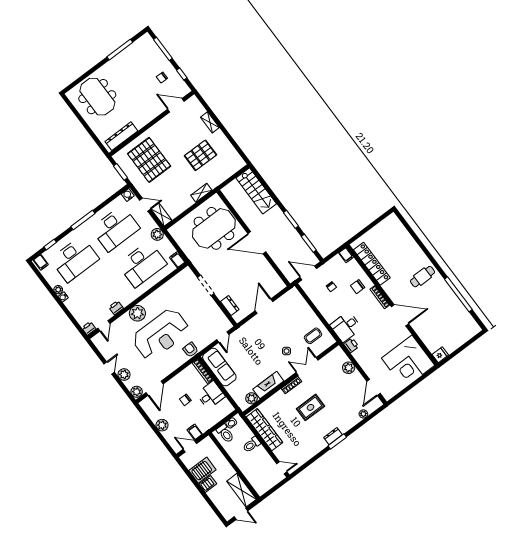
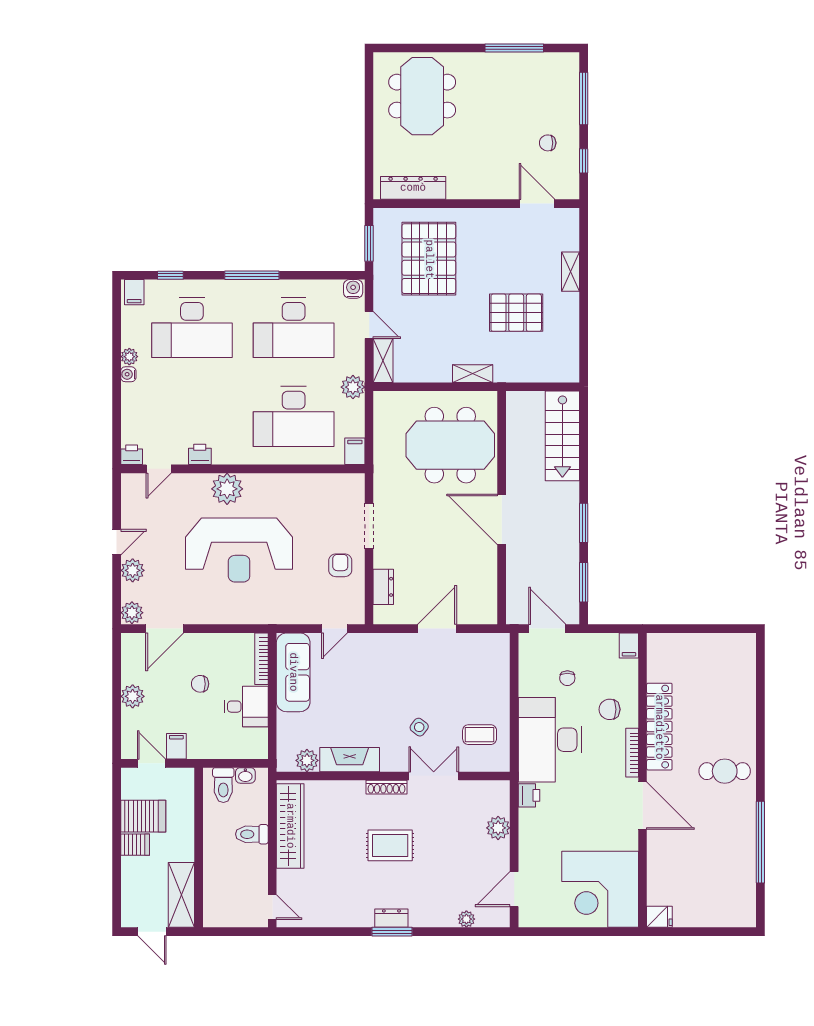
locker: (372, 264) -> (659, 727), moved
desk: (346, 327) -> (550, 740), width x1.87, depth x1.30
armchair: (190, 350) -> (340, 565), moved

